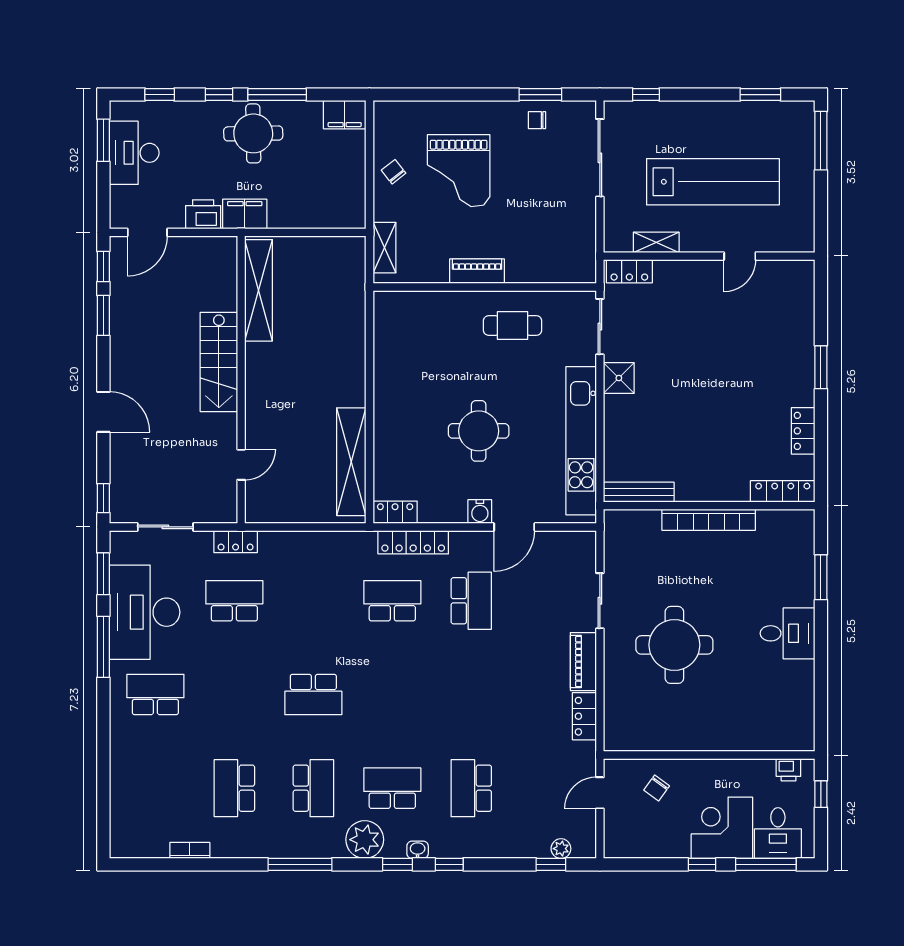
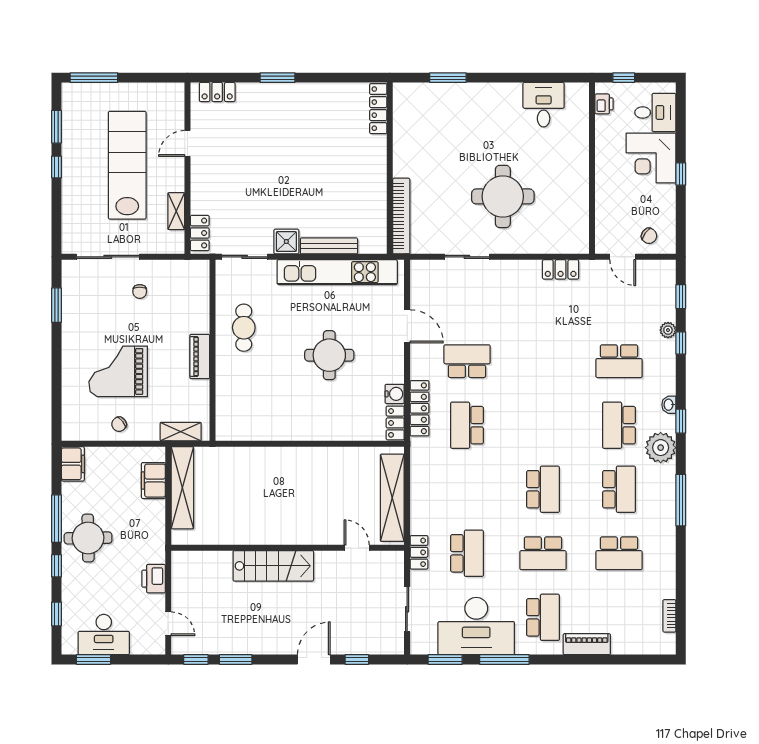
window: (646, 95) -> (56, 167), moved
chair: (537, 120) -> (140, 291), moved
grand piano: (459, 171) -> (118, 371), turned 180
filing cabinet: (245, 214) -> (153, 481), moved
door: (147, 232) -> (168, 624), width x0.73
door: (740, 256) -> (187, 143), swing flipped
shelving: (259, 290) -> (182, 488), moved, turned 90
locker: (803, 431) -> (217, 92), moved
shelving: (351, 462) -> (392, 498), moved, turned 90
bench: (639, 492) -> (329, 246), moved, turned 90
window: (103, 498) -> (357, 660), moved
water cooler: (480, 512) -> (395, 394), moved
bookcase: (709, 520) -> (401, 216), moved
school desk: (234, 601) -> (467, 553), turned 180
desk: (788, 633) -> (544, 105), moved
piano: (583, 662) -> (587, 644), moved, turned 180
school desk: (155, 694) -> (543, 617), turned 180
school desk: (234, 694) -> (543, 553), added
school desk: (313, 788) -> (619, 489), turned 90
chair: (657, 788) -> (649, 236), moved
plant: (561, 849) -> (668, 330), moved
bookcase: (190, 850) -> (669, 616), moved
window: (449, 864) -> (681, 343), moved
window: (766, 864) -> (681, 122), removed

